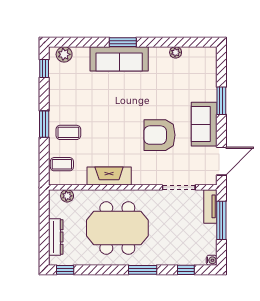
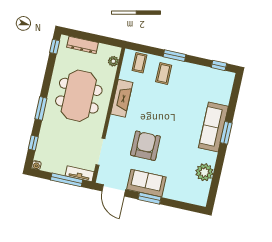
plant: (176, 52) -> (204, 172), width x1.88, depth x1.88
plant: (64, 54) -> (227, 84), removed
window: (221, 101) -> (149, 198), moved

